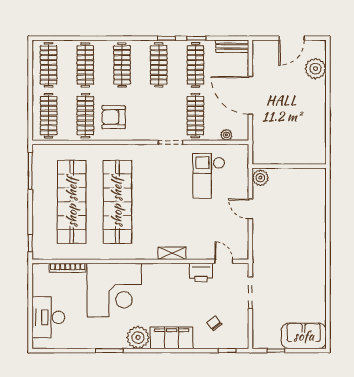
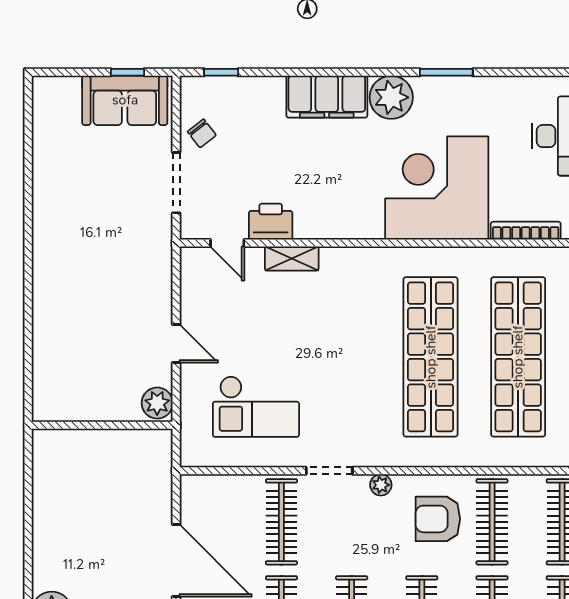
armchair: (114, 117) -> (438, 519), turned 180
plant: (226, 135) -> (381, 485), moved
checkout: (209, 176) -> (256, 407), turned 90
shelving: (172, 253) -> (292, 259), moved
chair: (214, 323) -> (202, 133), moved
sofa: (304, 336) -> (125, 100), moved

